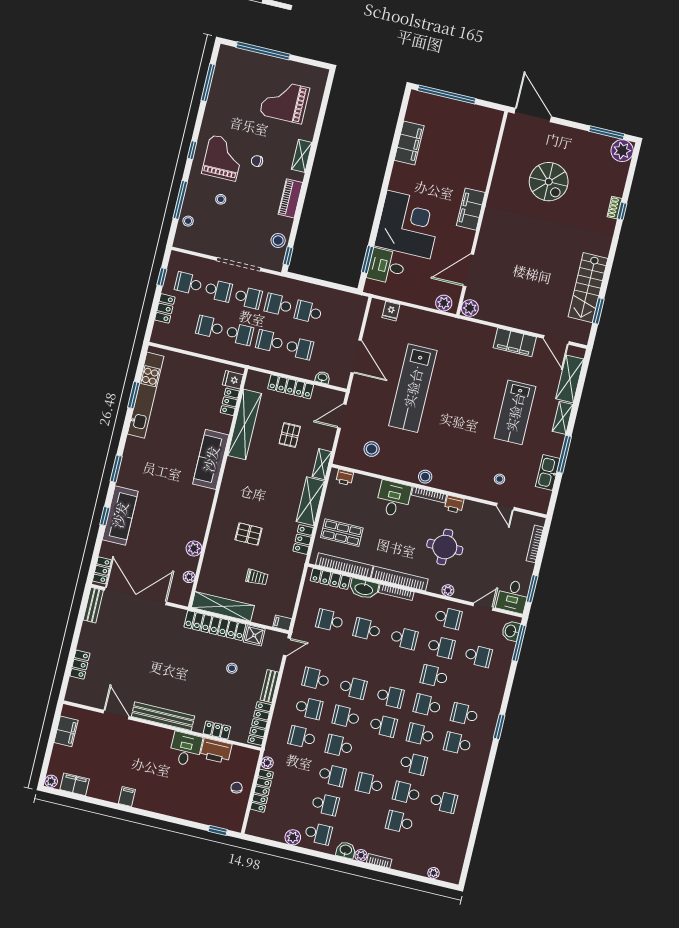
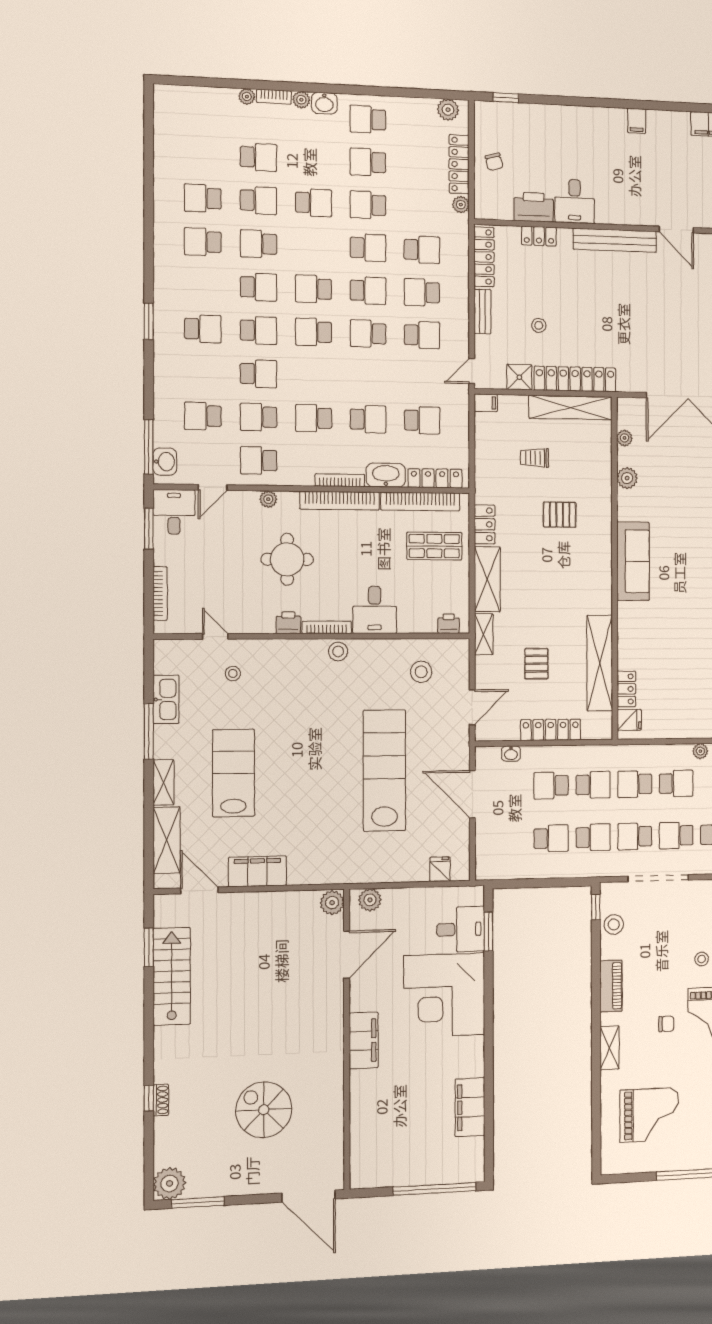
plant: (187, 345) -> (700, 751), added
sofa: (211, 459) -> (633, 561), moved
school desk: (457, 743) -> (203, 242), moved, turned 180
plant: (293, 837) -> (448, 110), moved
plant: (433, 873) -> (247, 97), moved

